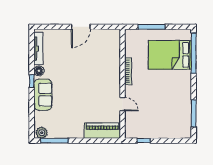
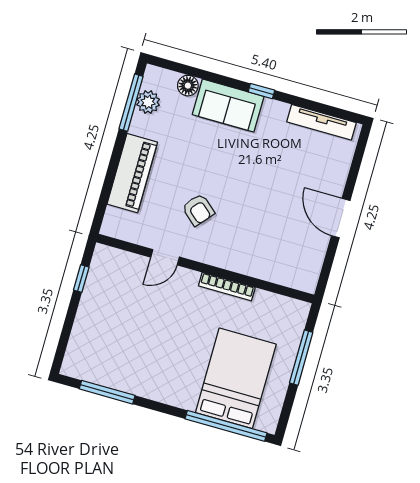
floor lamp: (39, 71) -> (188, 86), moved
armchair: (96, 95) -> (198, 210), added
piano: (102, 131) -> (132, 173), moved
plant: (42, 133) -> (148, 102), moved

